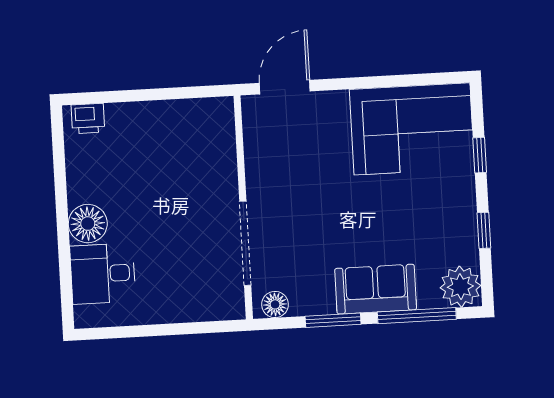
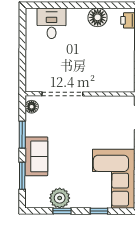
floor lamp: (88, 224) -> (98, 17), moved
plant: (460, 287) -> (60, 198), moved
window: (417, 316) -> (22, 176), width x0.69

